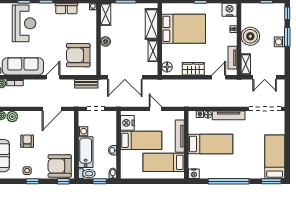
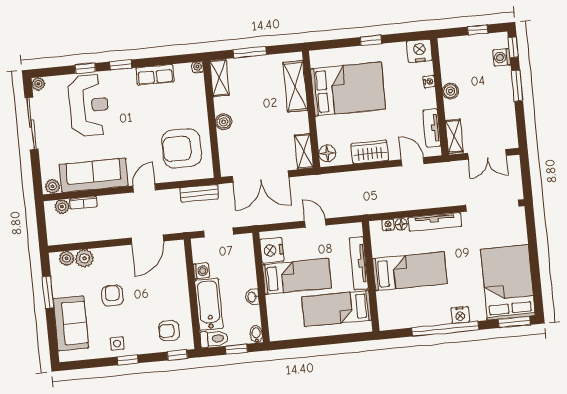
boiler: (250, 36) -> (450, 91), width x0.54, depth x0.54
washing machine: (279, 42) -> (502, 57), moved
shelving: (153, 51) -> (304, 151), moved
door: (219, 77) -> (413, 162), hinge flipped
bed: (275, 157) -> (508, 282), width x1.50
armchair: (60, 166) -> (169, 331), width x0.53, depth x0.53
nightstand: (194, 174) -> (460, 315), moved

